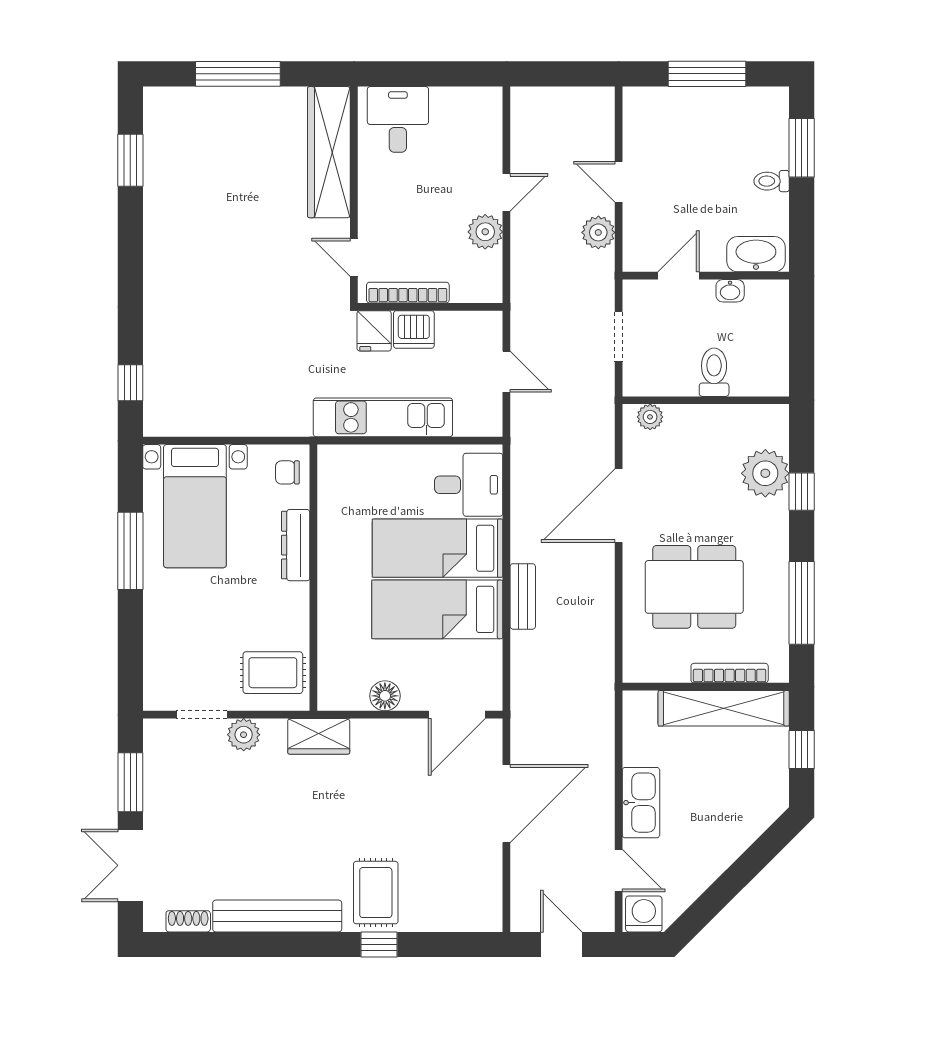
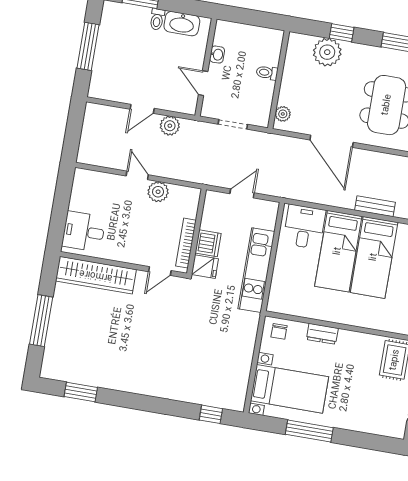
washbasin: (756, 254) -> (182, 24), moved, turned -90
toilet: (714, 372) -> (267, 73), width x0.73, depth x0.72
dresser: (296, 545) -> (322, 334), width x0.70

